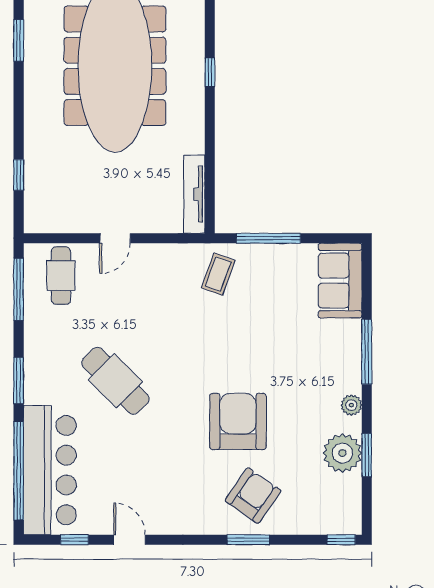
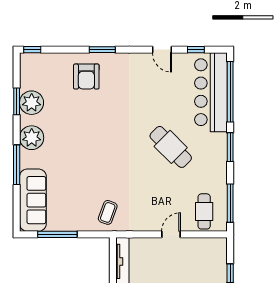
window: (268, 238) -> (57, 234), moved
sofa: (340, 281) -> (33, 200), width x1.36
plant: (351, 405) -> (32, 138), width x1.88, depth x1.88
armchair: (238, 421) -> (96, 122), removed
armchair: (253, 496) -> (86, 77), turned -35
window: (248, 540) -> (102, 50), moved

